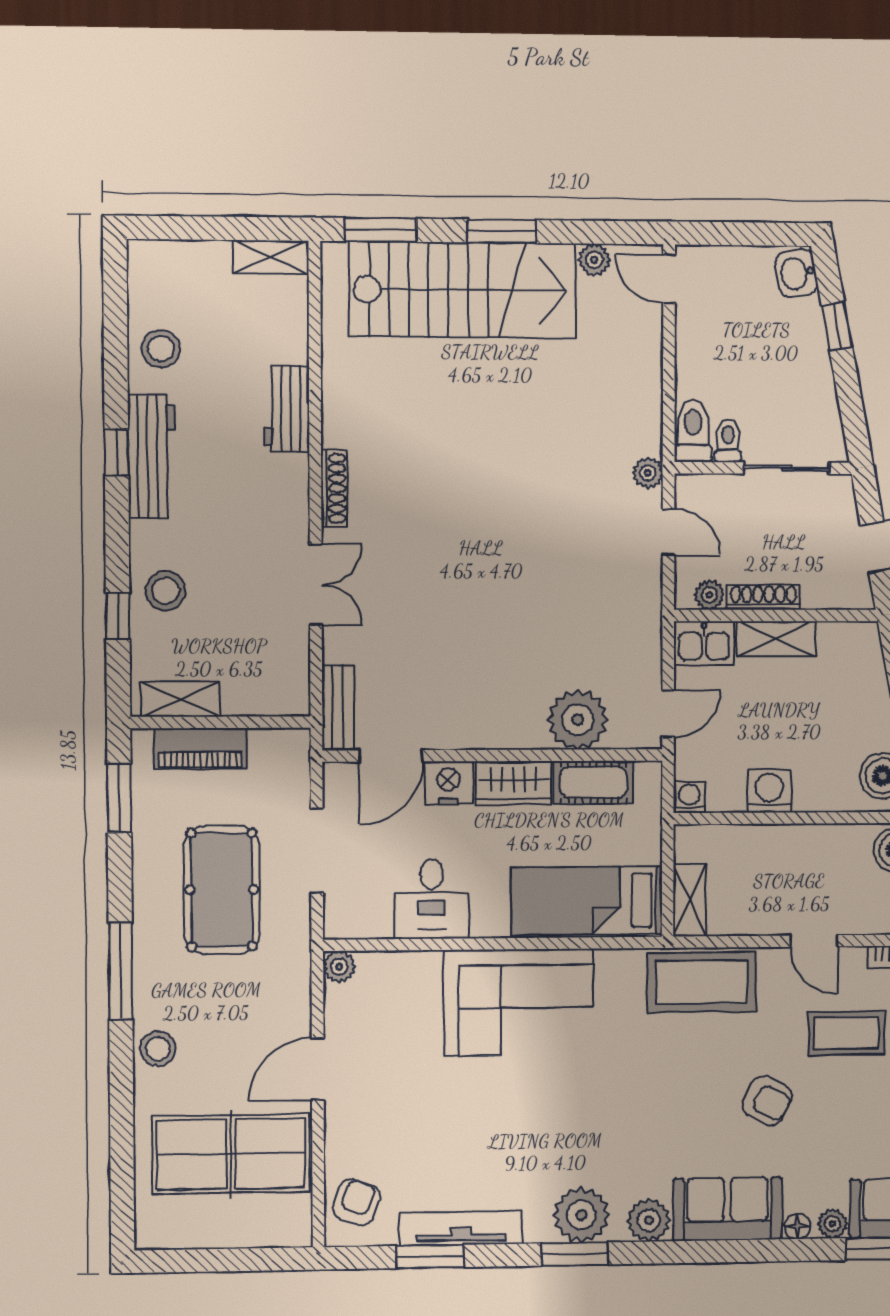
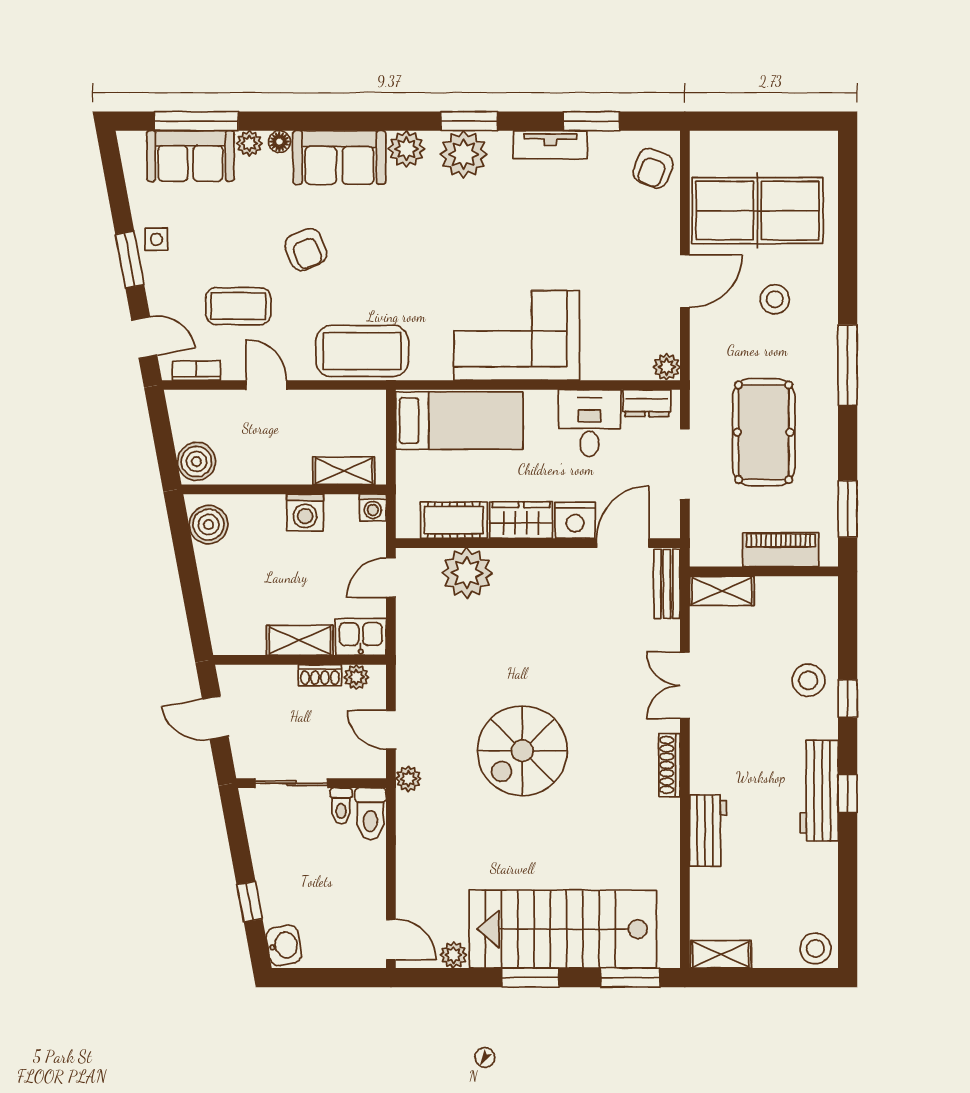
stool: (161, 349) -> (815, 948), moved
spiral stairs: (511, 506) -> (522, 751), added
shoe rack: (763, 597) -> (320, 675), width x0.70
window: (118, 616) -> (848, 699), moved
shelving: (180, 699) -> (722, 591), moved
shelving: (690, 900) -> (344, 471), moved, turned 90
dresser: (363, 923) -> (647, 403), added
stool: (158, 1049) -> (775, 299), moved
armchair: (767, 1101) -> (306, 249), turned -140
tv unit: (461, 1228) -> (550, 145), width x0.71

